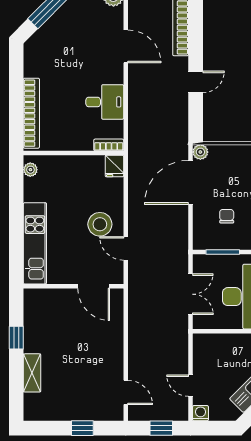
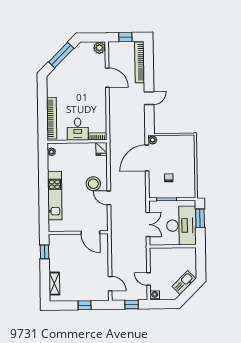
desk: (105, 102) -> (78, 129), moved, turned 90
wall: (74, 286) -> (78, 233), moved
door: (94, 286) -> (90, 232), moved
shelving: (32, 373) -> (54, 284), moved

